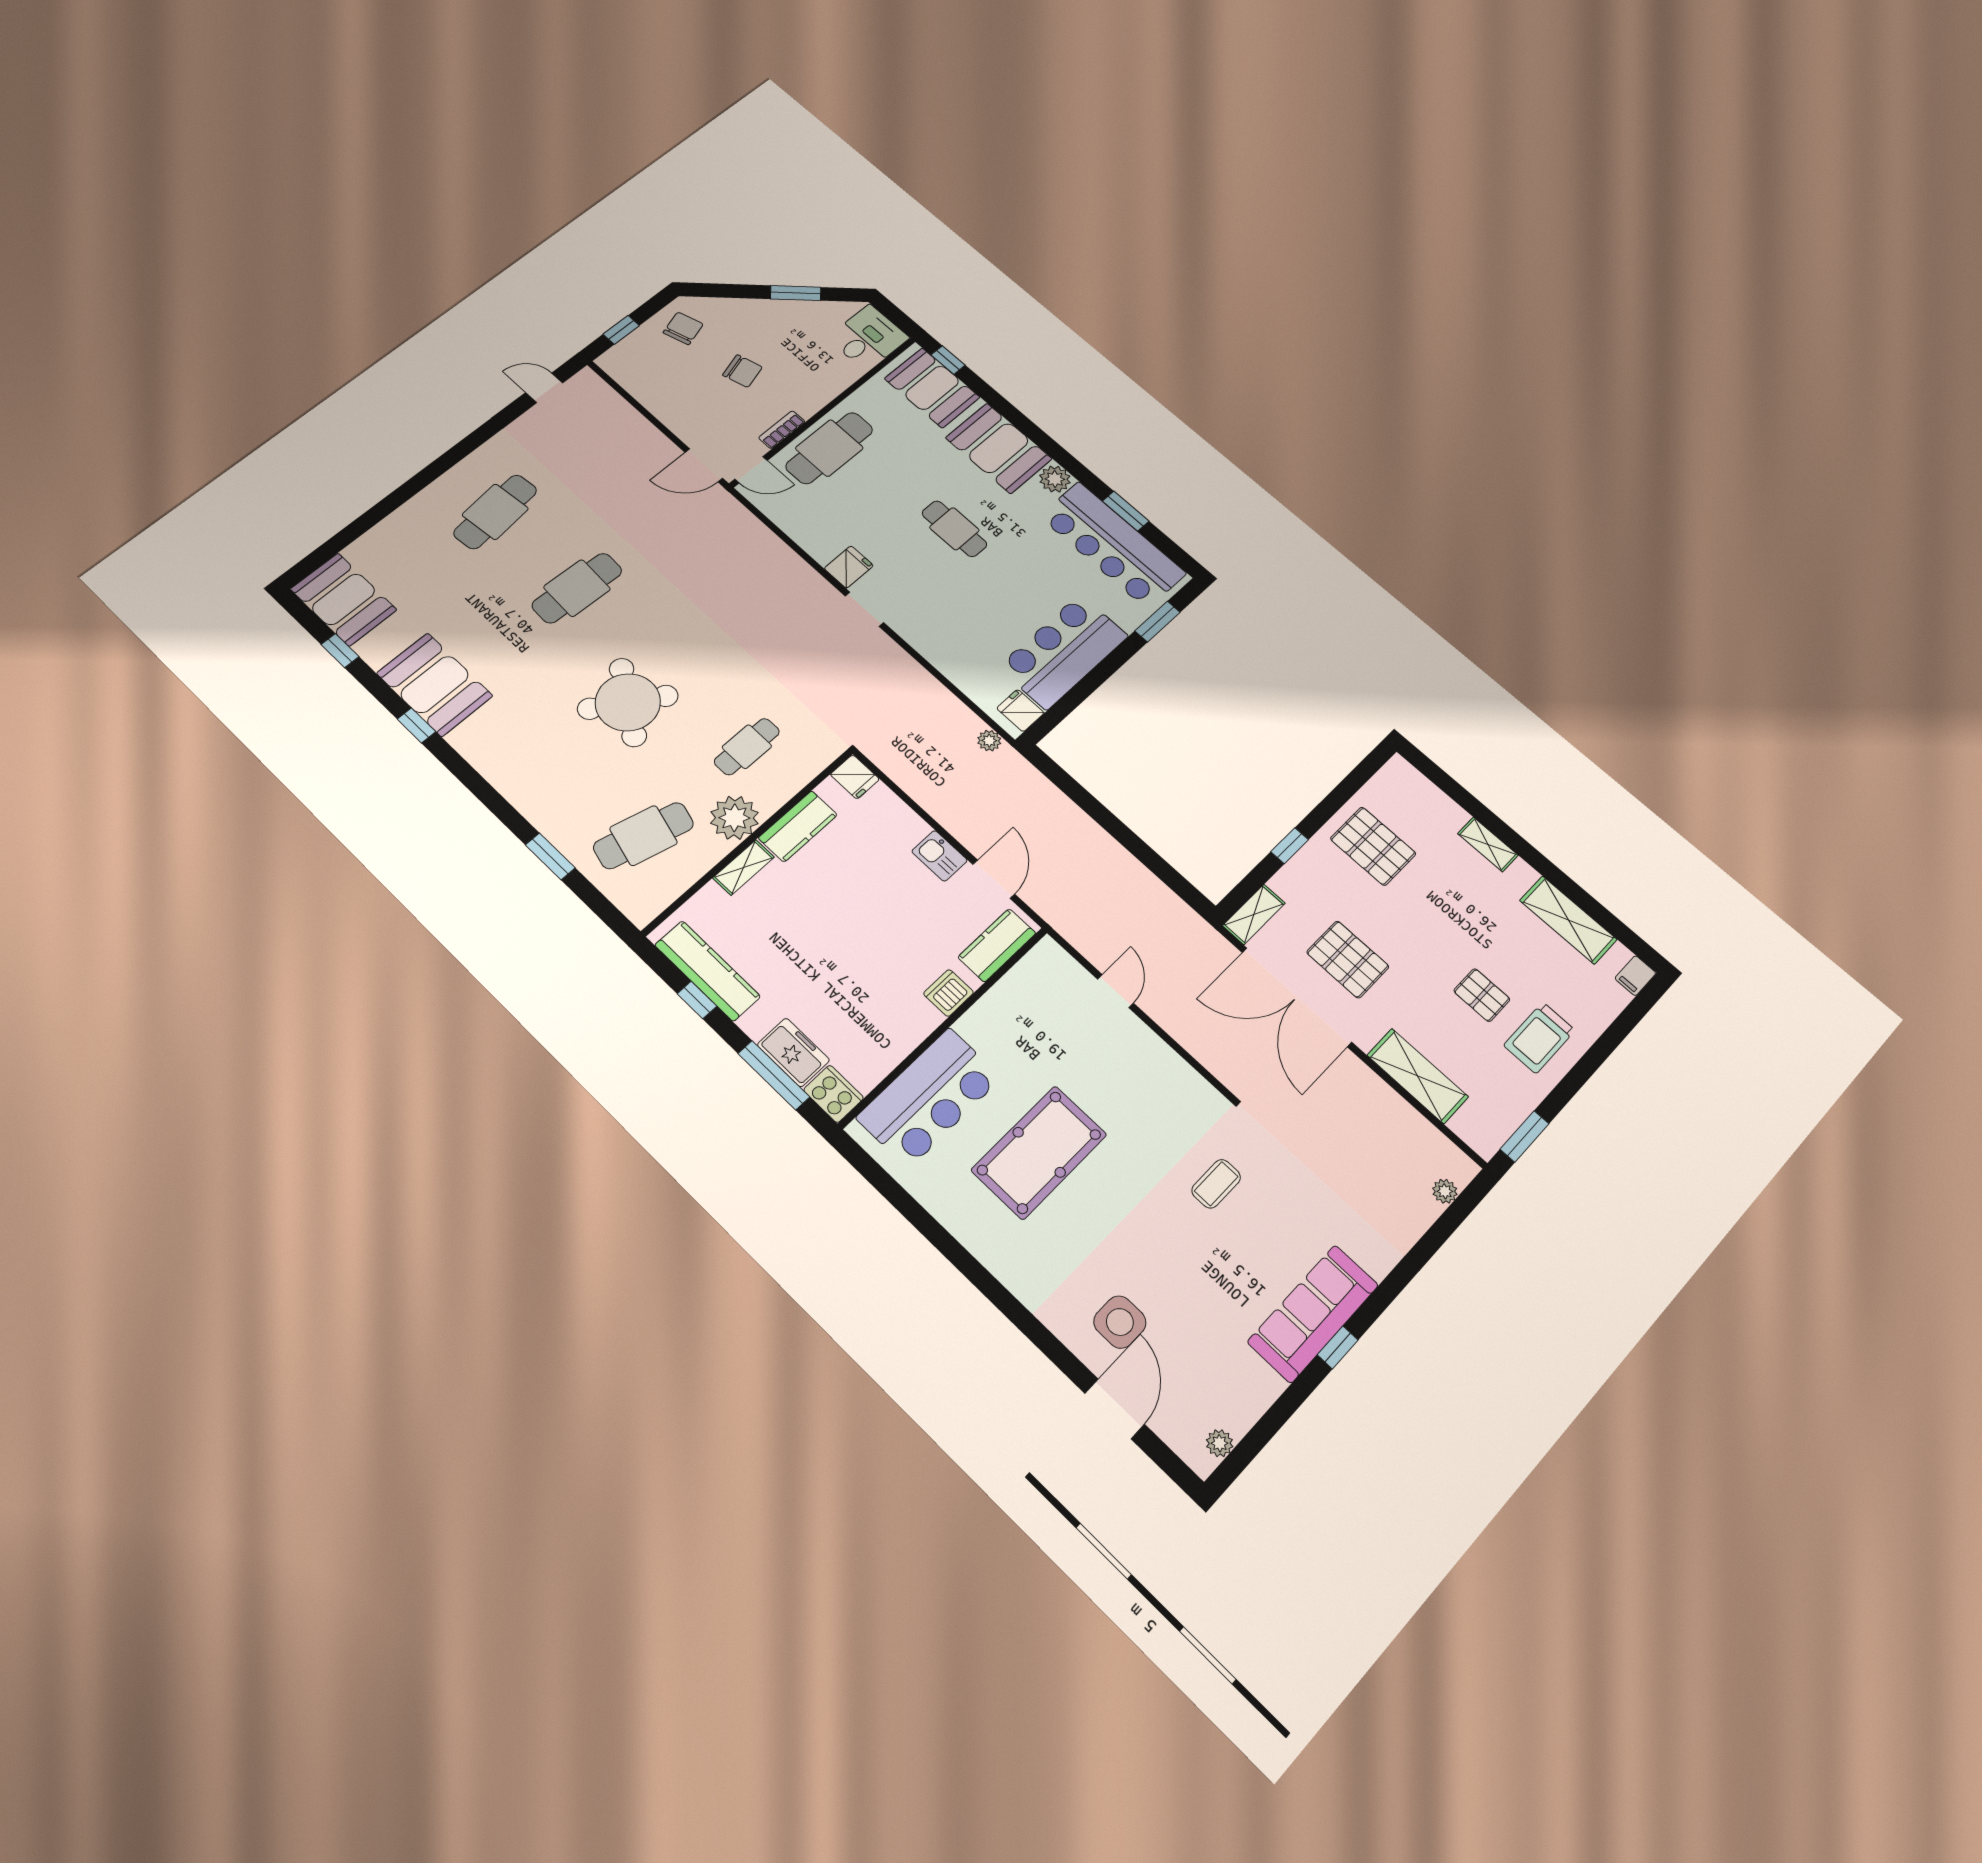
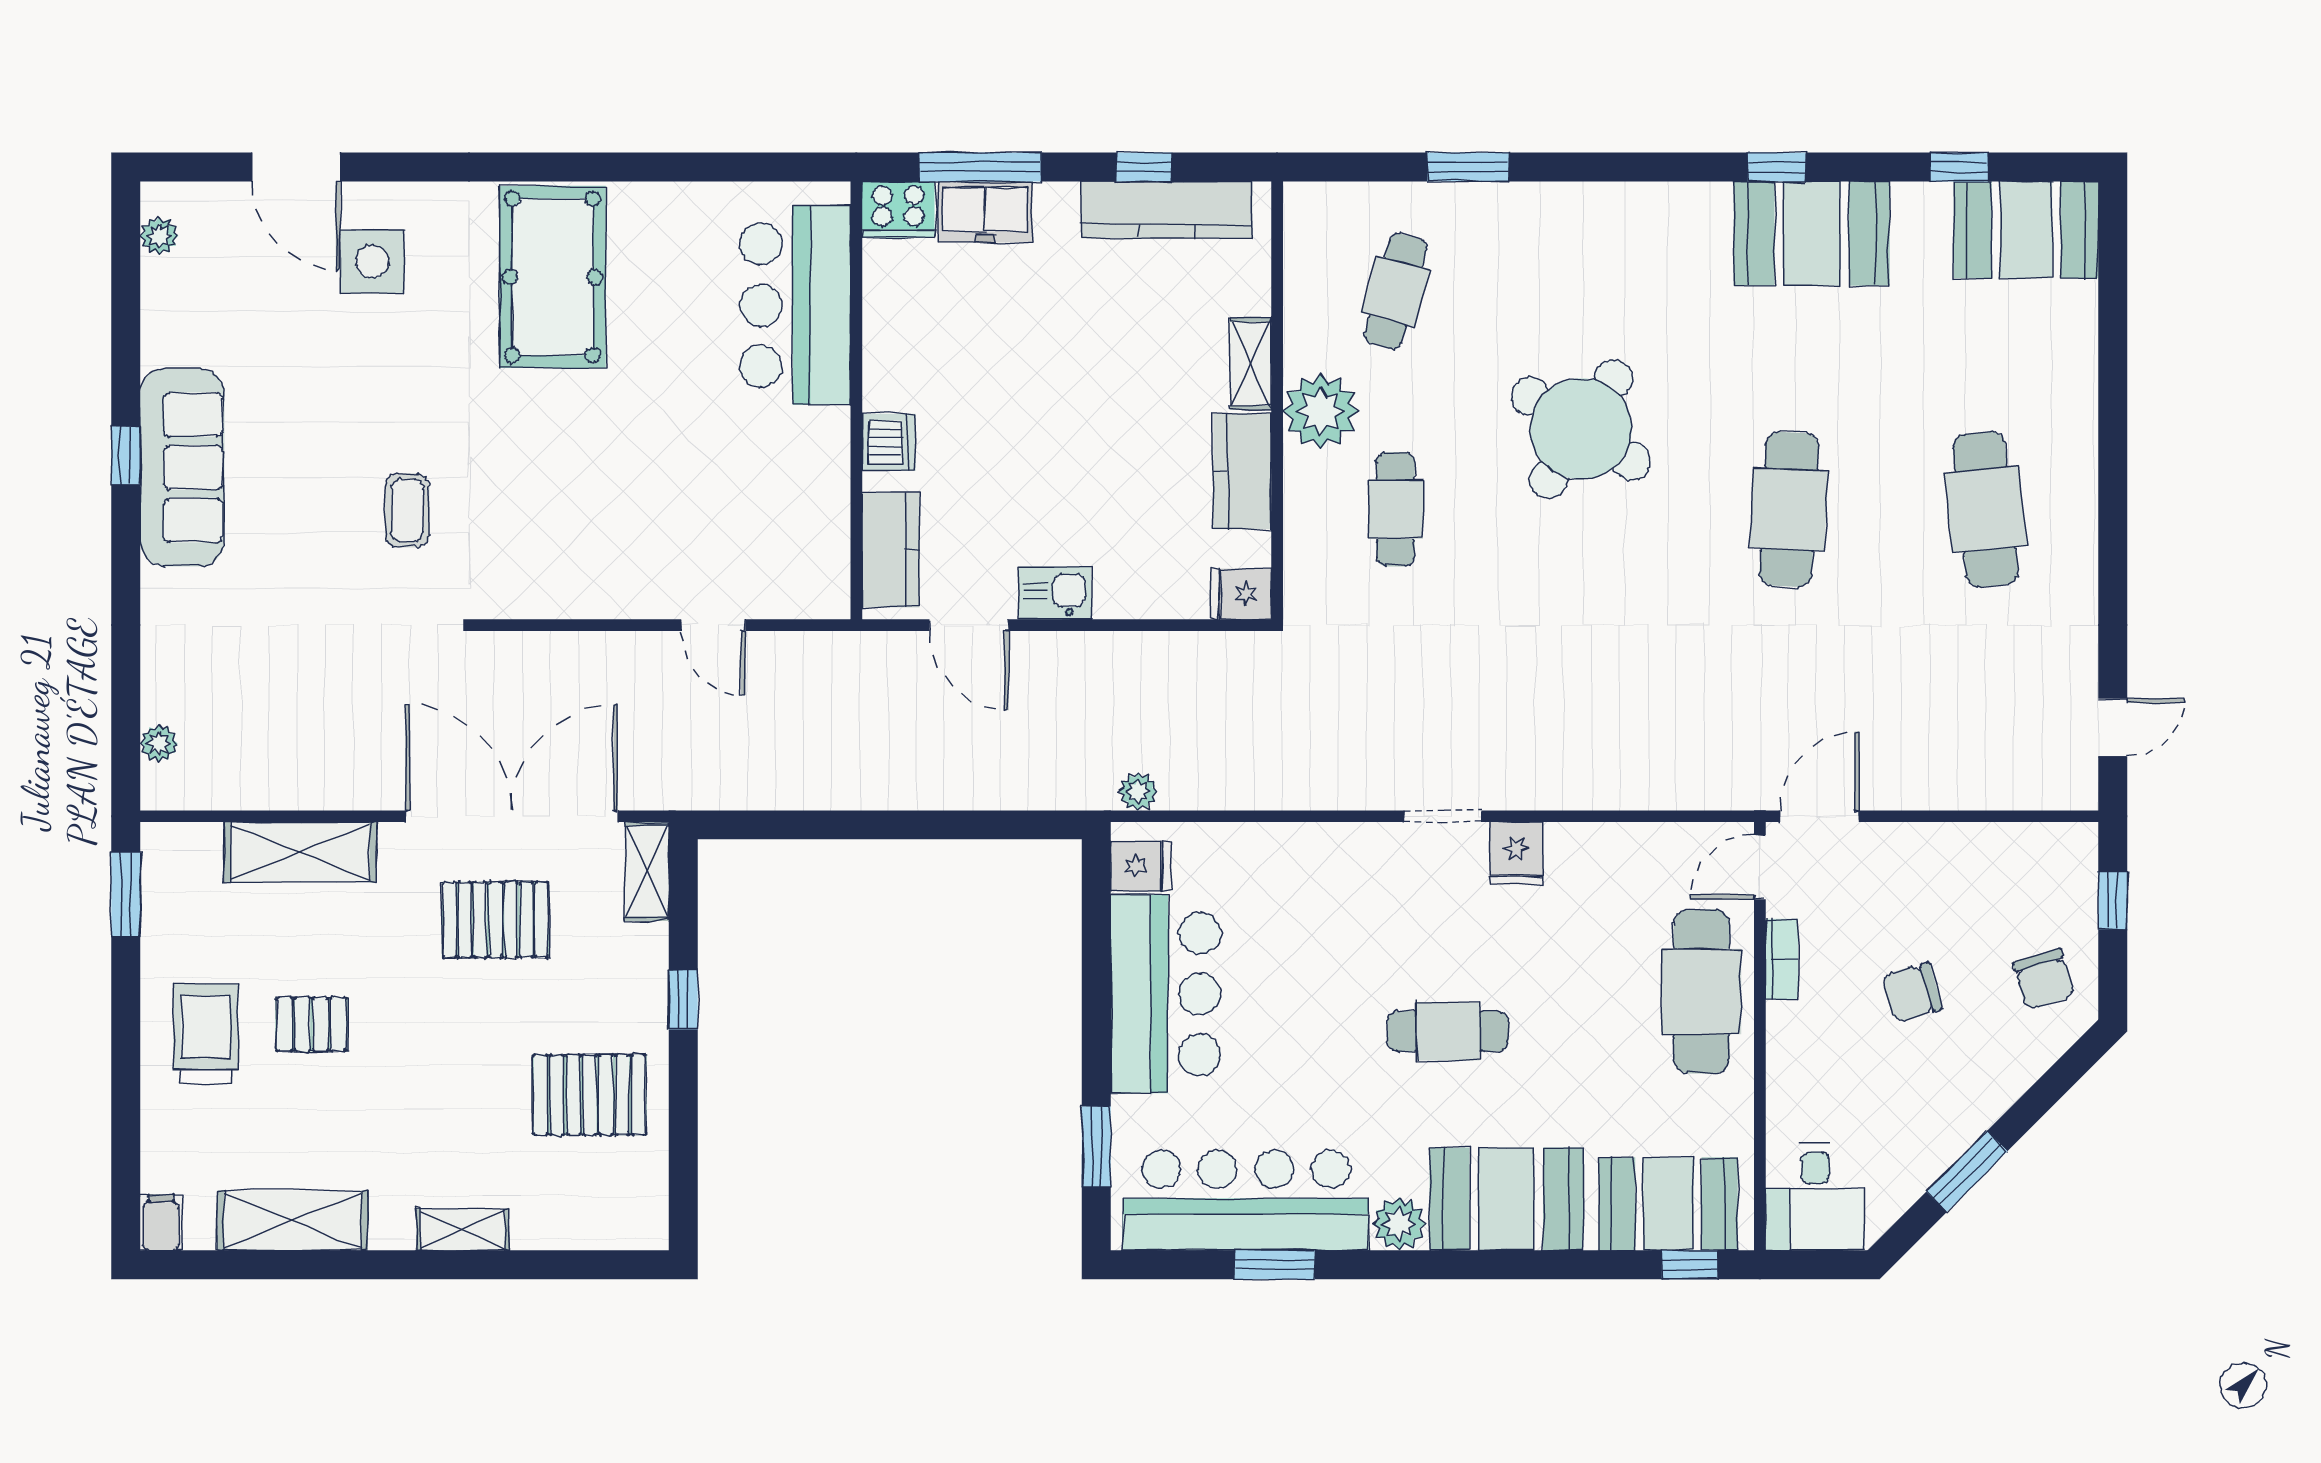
cafe table: (643, 836) -> (1396, 291), width x0.73, depth x0.74
pool table: (1039, 1152) -> (553, 277), moved

